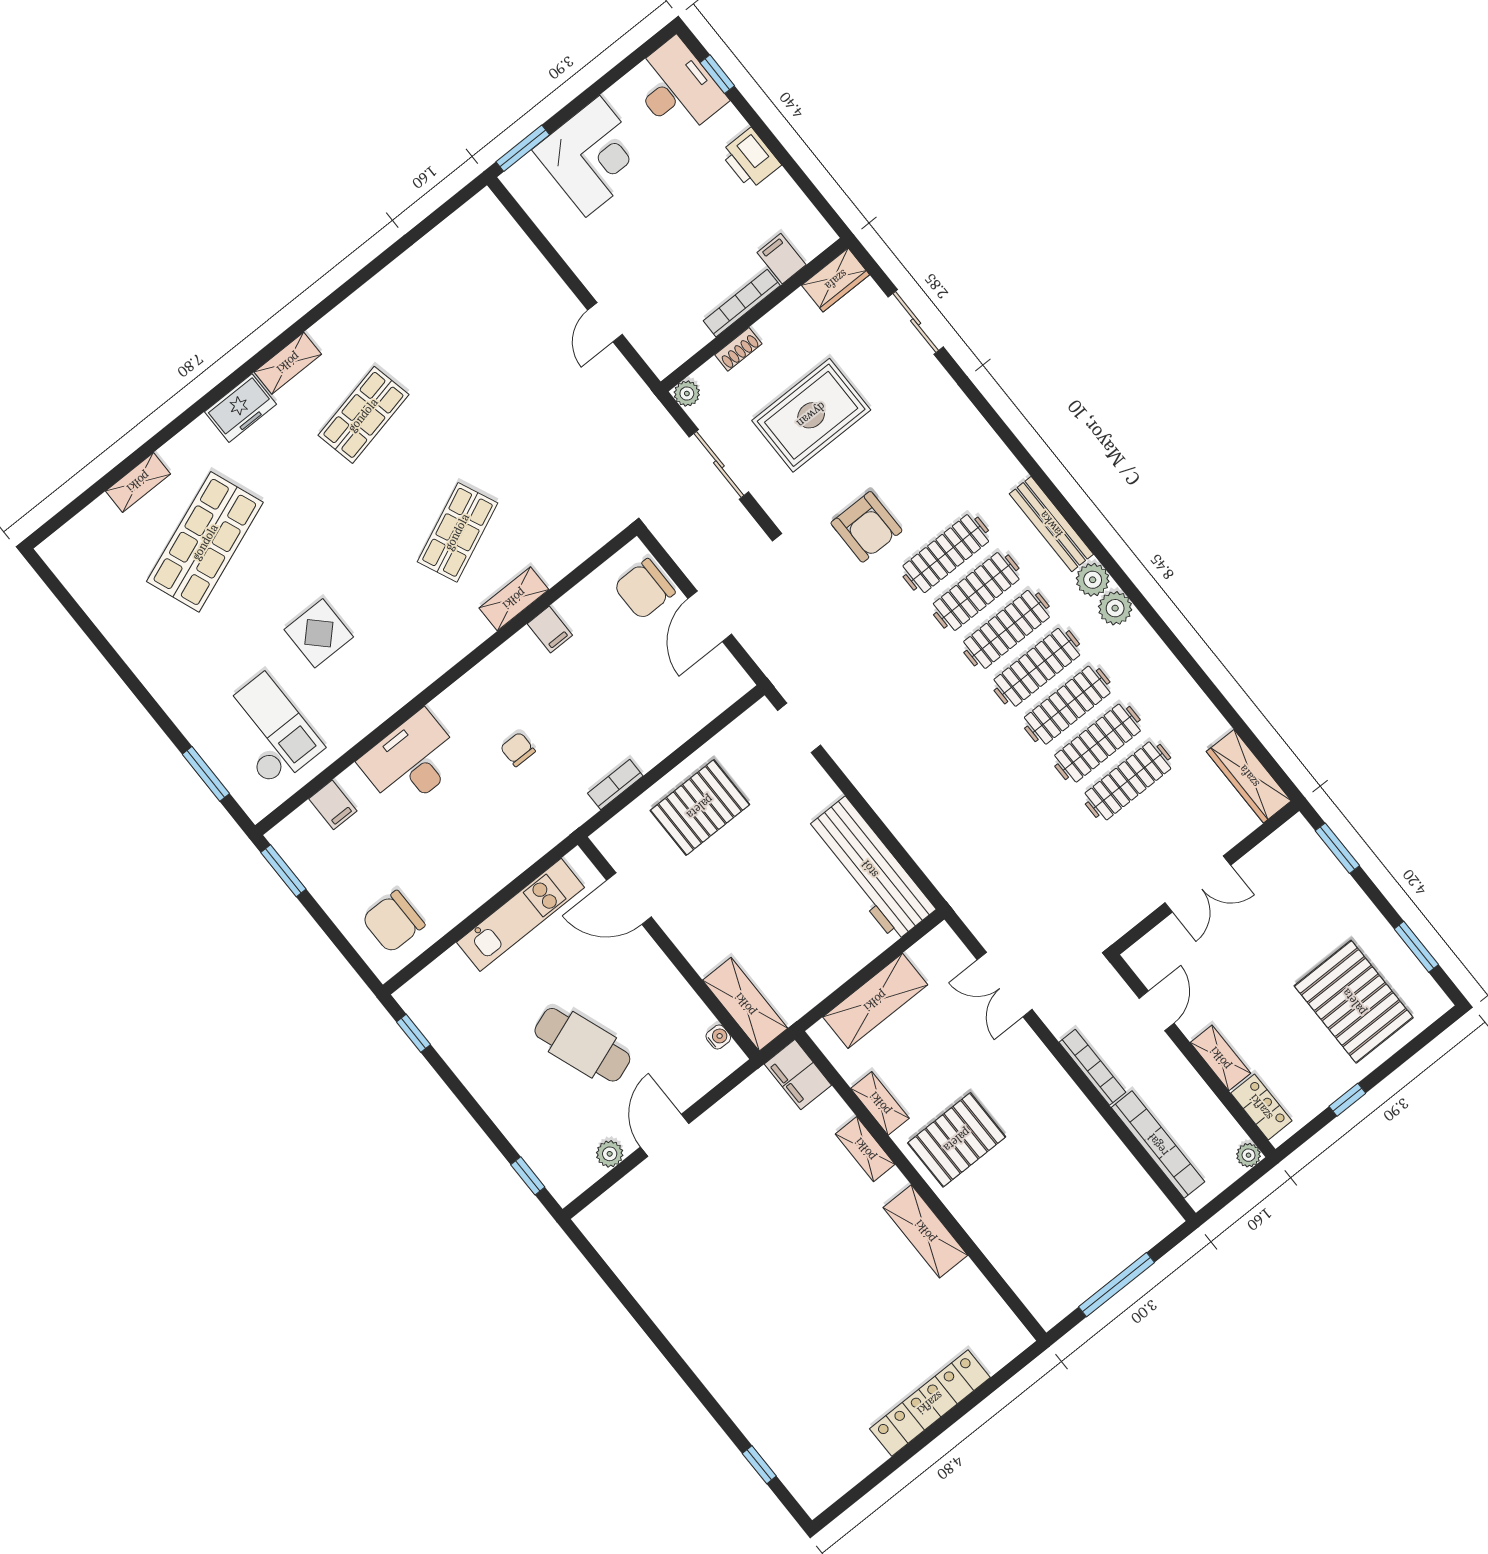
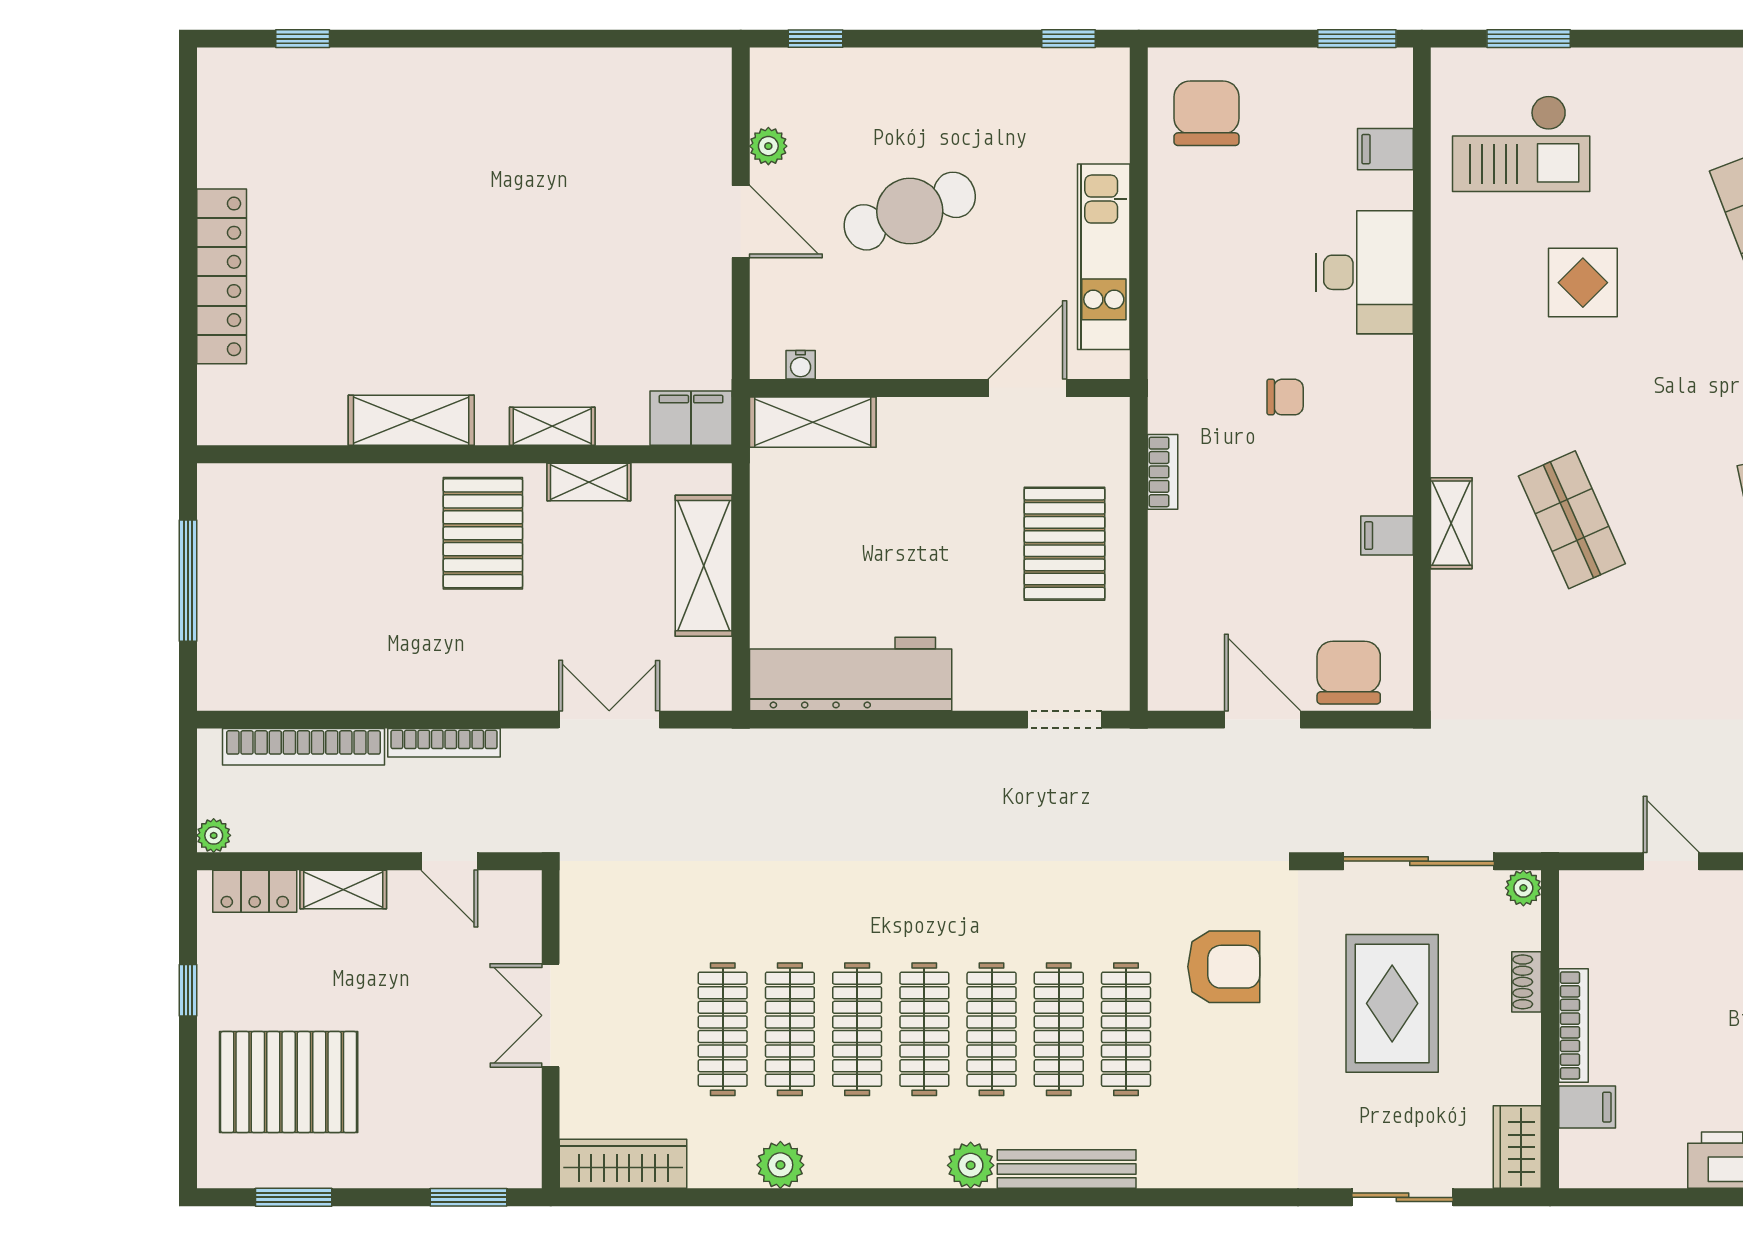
sliding door: (719, 464) -> (1419, 861), width x1.37
armchair: (866, 527) -> (1224, 967), turned 180
plant: (1115, 608) -> (780, 1165), moved

